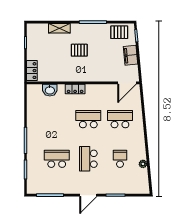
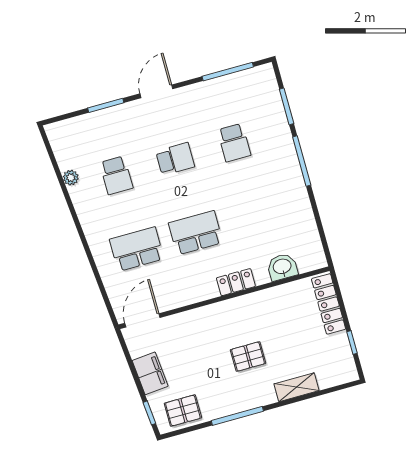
locker: (32, 71) -> (329, 304), width x1.53
school desk: (88, 119) -> (196, 233), turned 180
school desk: (120, 119) -> (137, 249), turned 180
school desk: (57, 159) -> (234, 143), width x0.54
school desk: (88, 159) -> (175, 159), width x0.54

